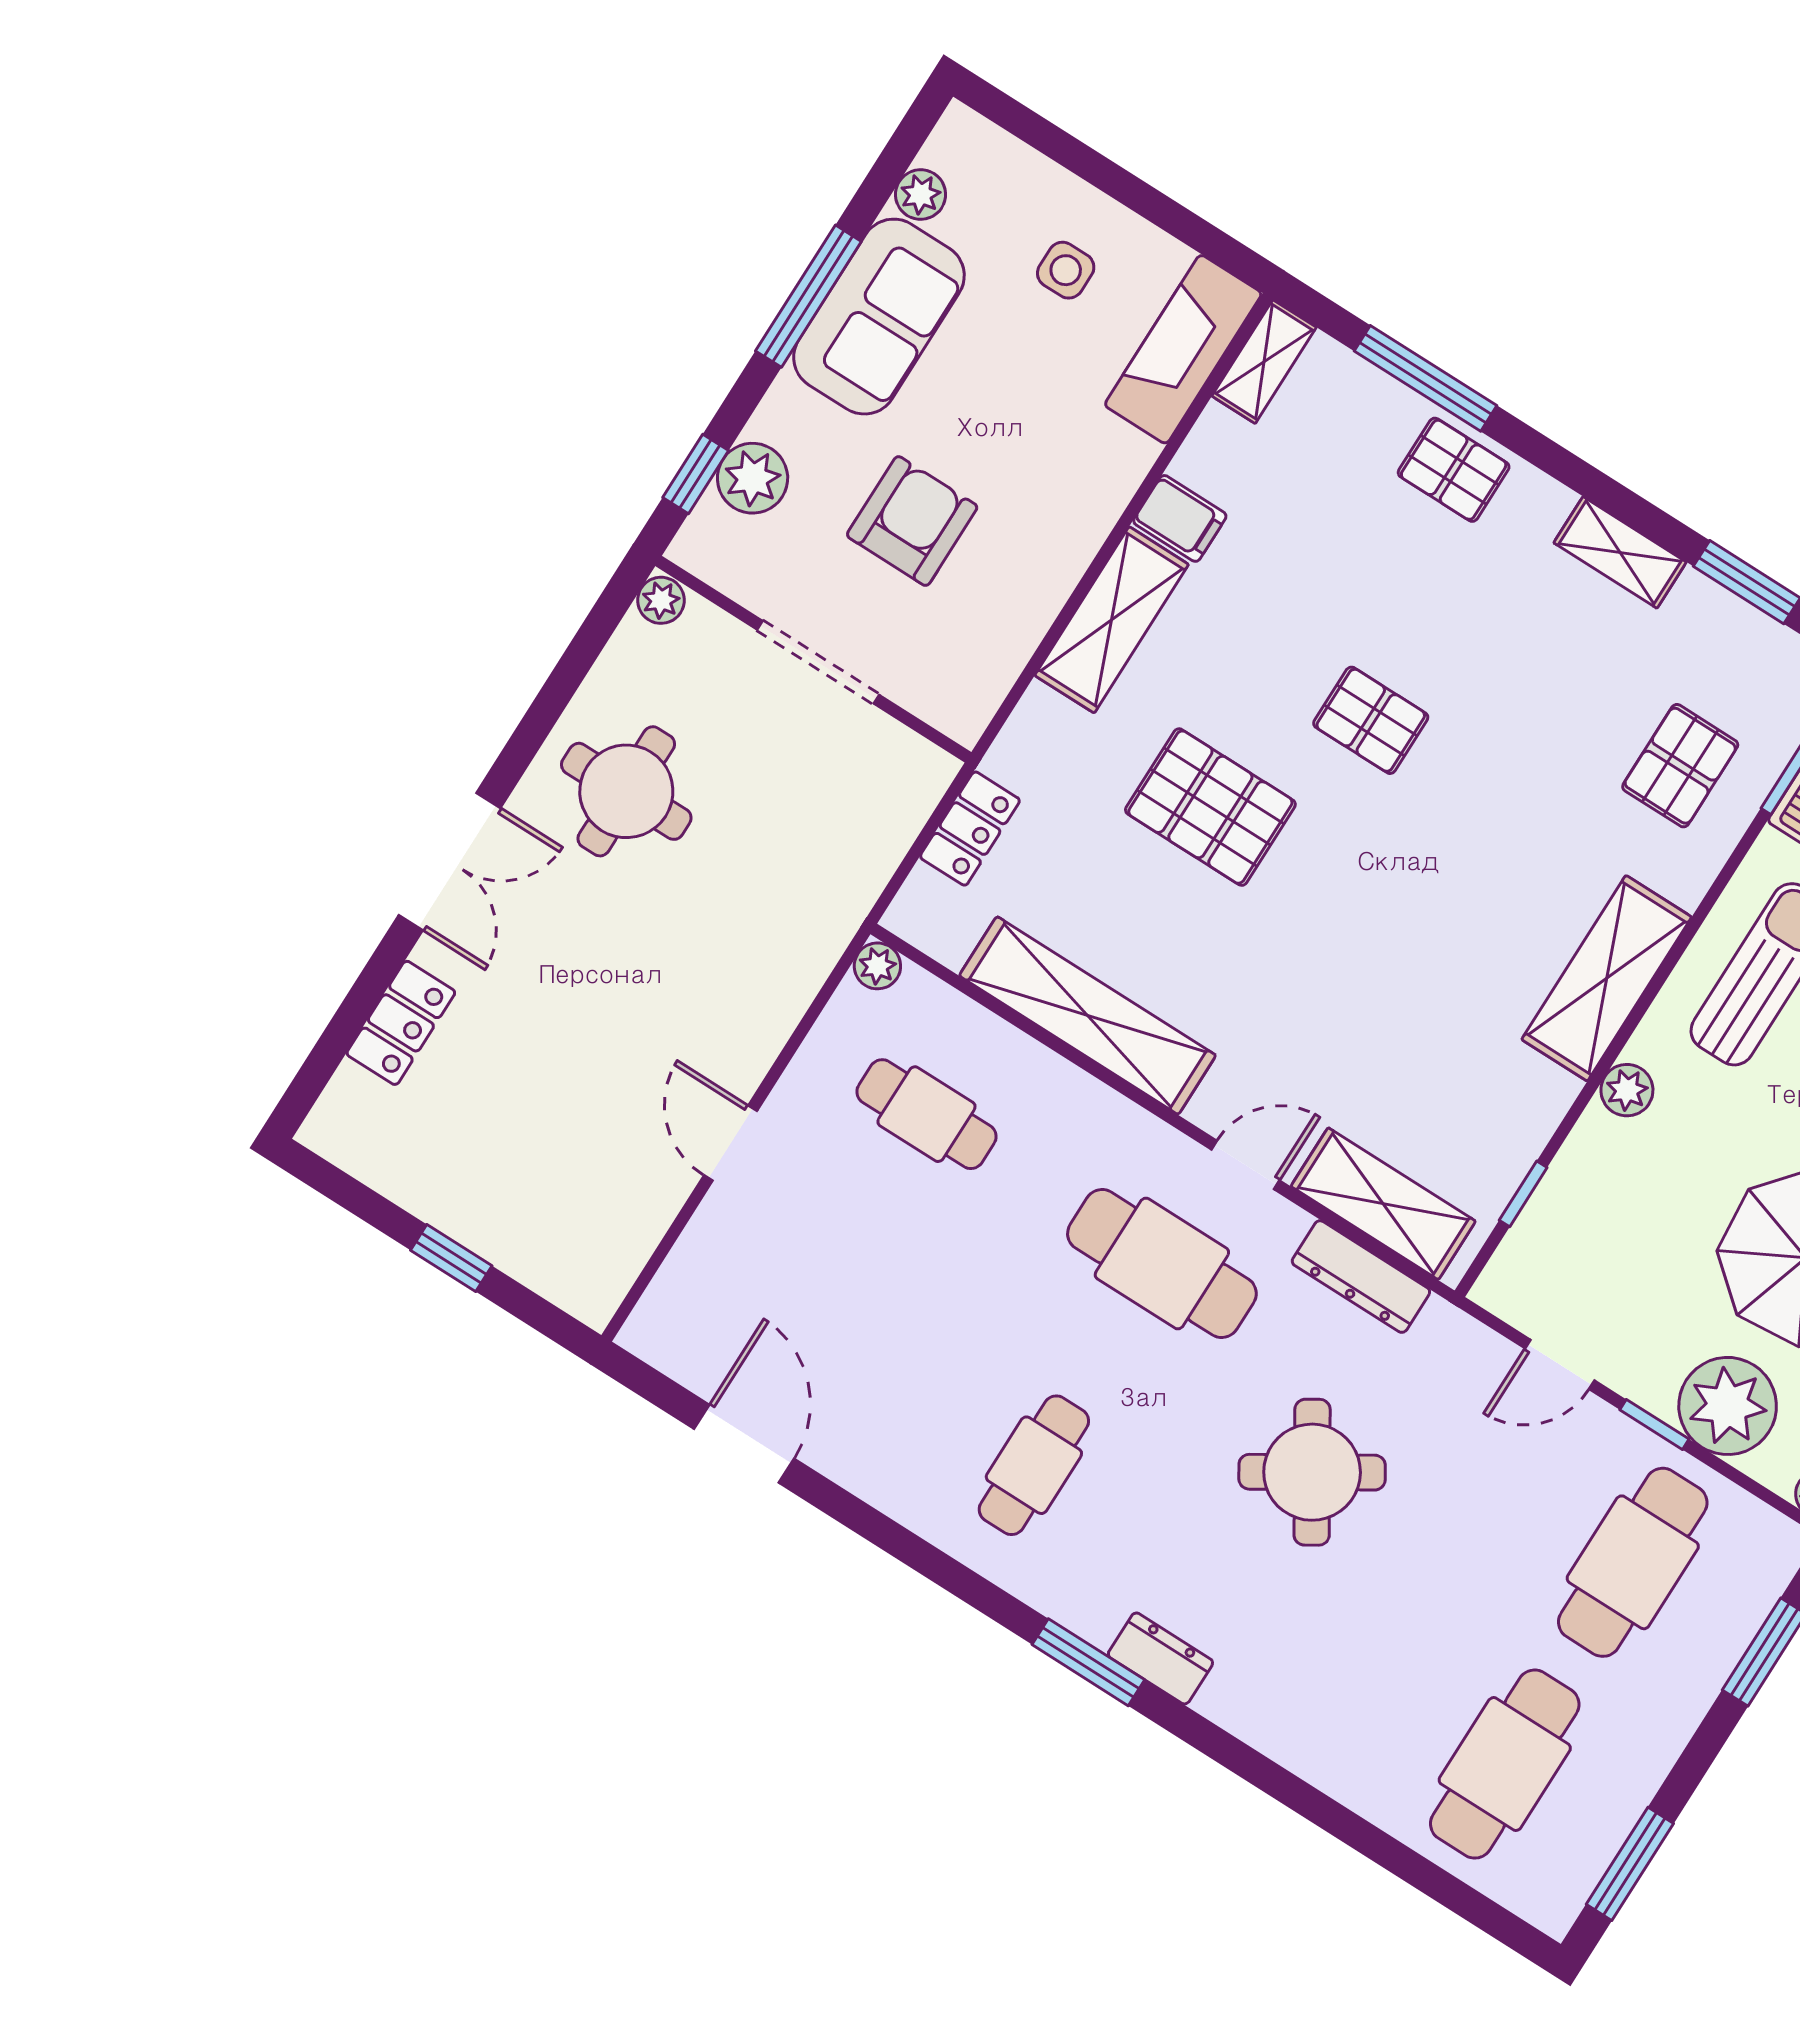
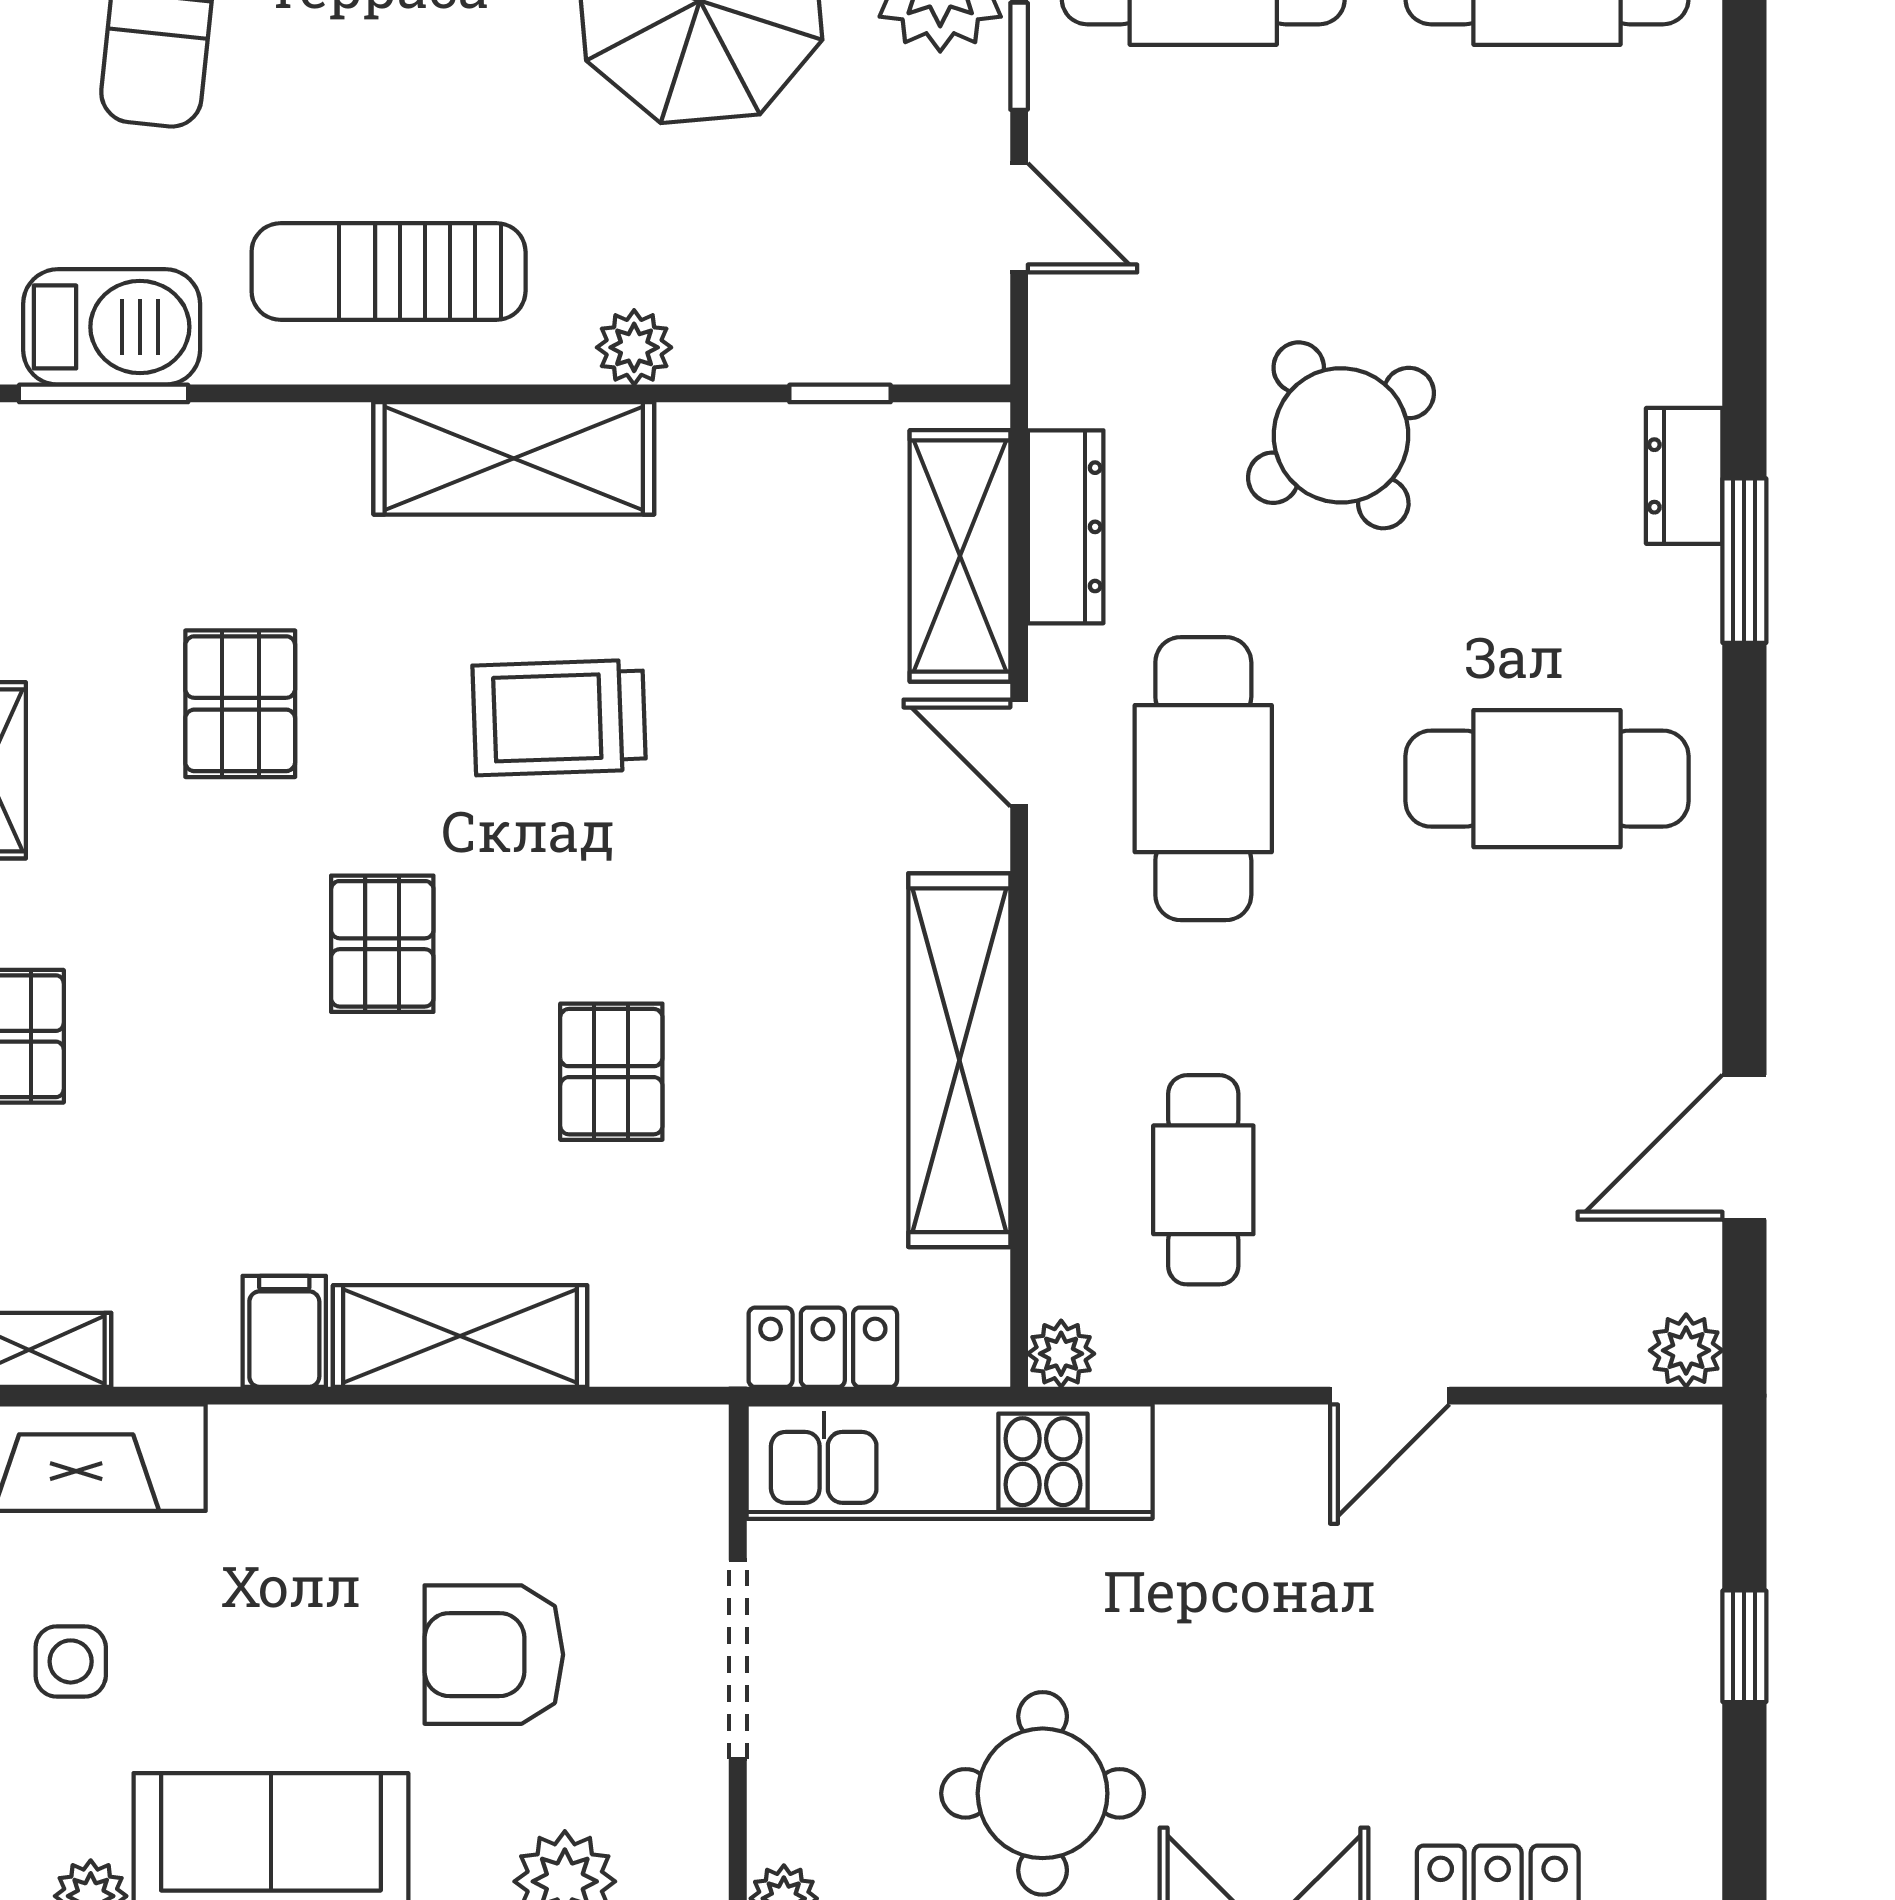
pallet: (1680, 766) -> (240, 704), moved, turned 90
pallet: (1210, 807) -> (611, 1072), width x0.67, depth x0.71
kitchen unit: (856, 860) -> (950, 1462), added
trolley: (1438, 908) -> (559, 717), added
plant: (647, 1334) -> (1686, 1350), added
cafe table: (1034, 1465) -> (1547, 779), width x1.37, depth x1.35

